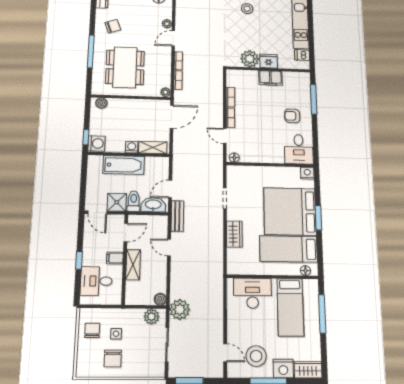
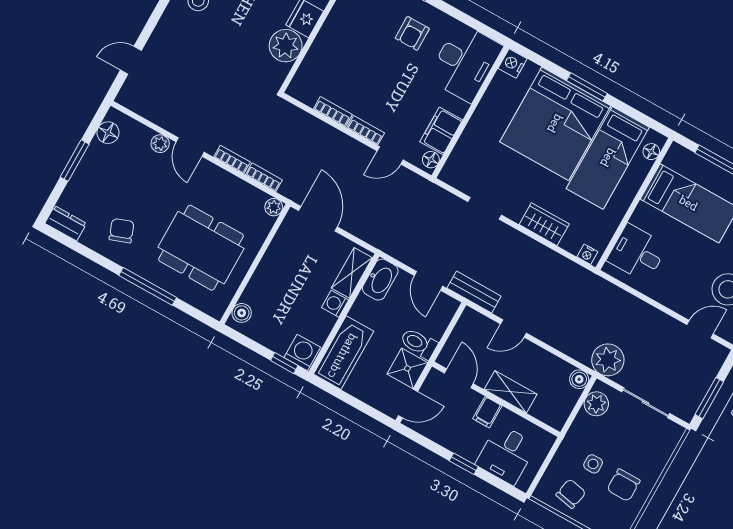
filing cabinet: (270, 78) -> (441, 131), moved, turned 180
desk: (299, 149) -> (465, 62), width x1.37
bathtub: (124, 165) -> (344, 353), moved
washbasin: (153, 205) -> (380, 280), moved, turned 180
nightstand: (231, 266) -> (587, 254), added
desk: (253, 293) -> (637, 253), width x0.73
chair: (92, 330) -> (571, 494), turned 101
chair: (113, 359) -> (624, 485), turned 90

